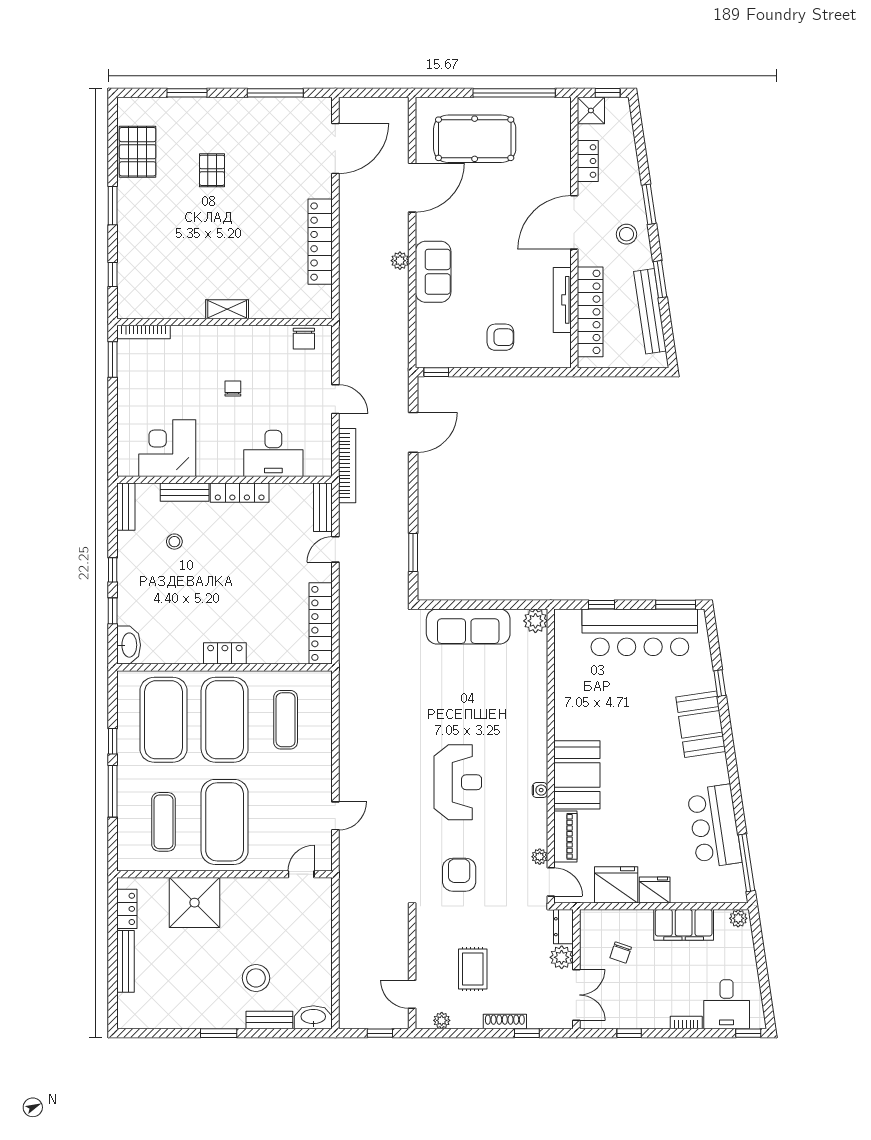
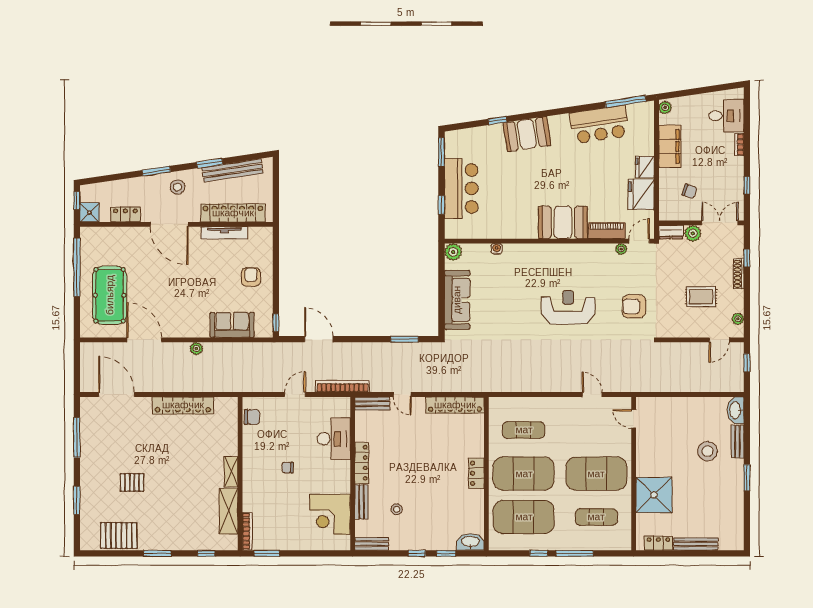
sofa: (433, 272) -> (232, 325), moved
shelving: (172, 306) -> (229, 511), added
bar counter: (640, 632) -> (461, 188), width x0.73
water cooler: (540, 790) -> (497, 249), moved
window: (748, 1033) -> (747, 100), removed

